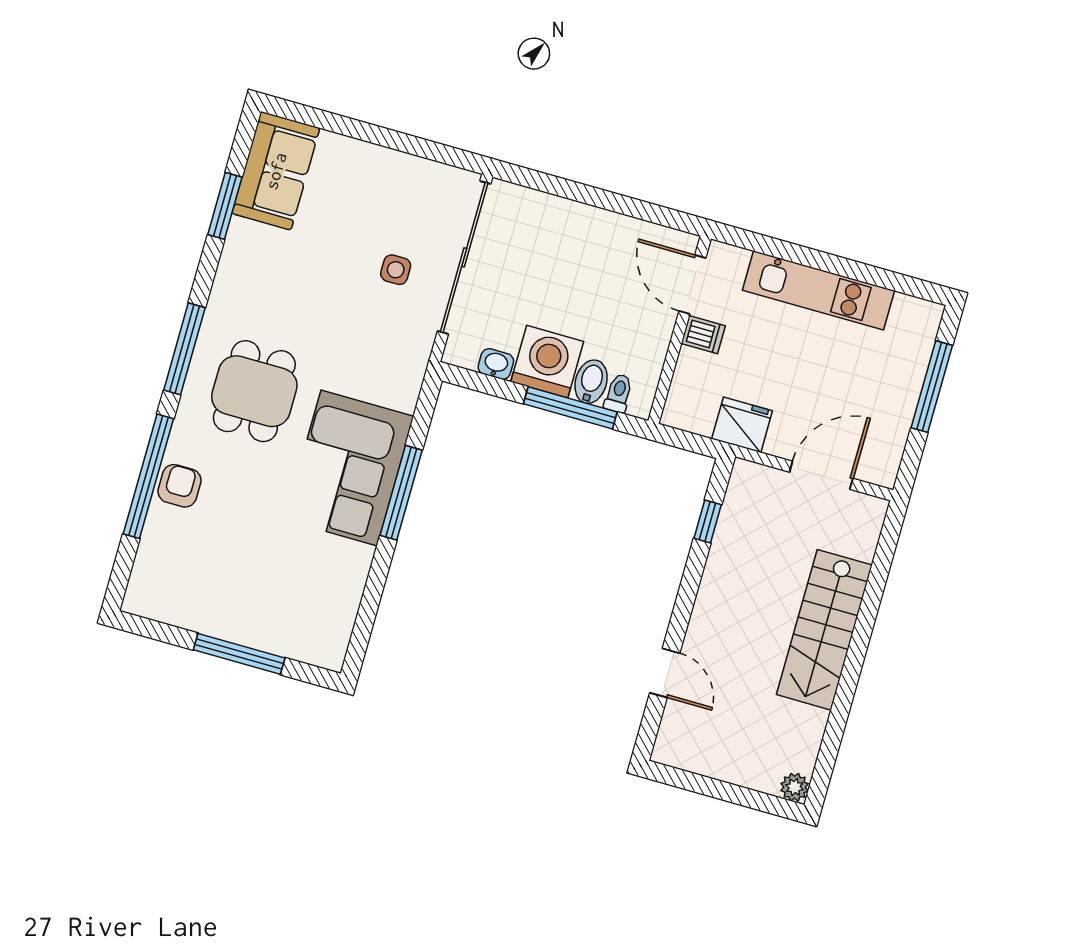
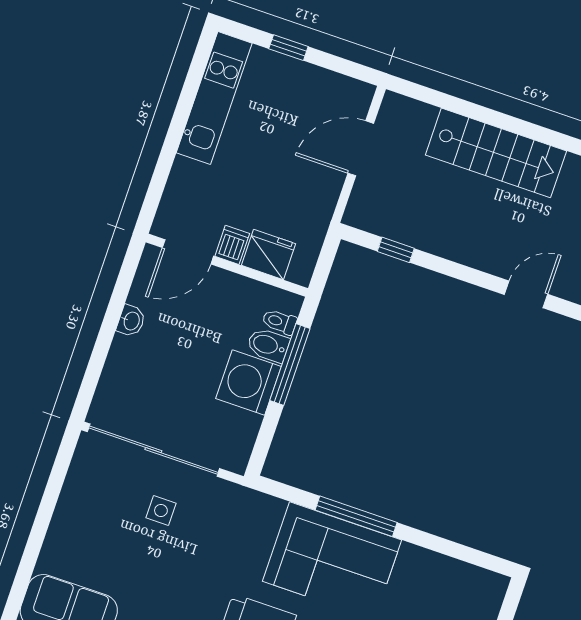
kitchen unit: (818, 290) -> (214, 98), moved
washbasin: (496, 364) -> (131, 321), moved, turned 180
window: (932, 387) -> (288, 48), width x0.46
fridge: (742, 425) -> (268, 254), moved, turned 90
door: (821, 475) -> (361, 148), hinge flipped

